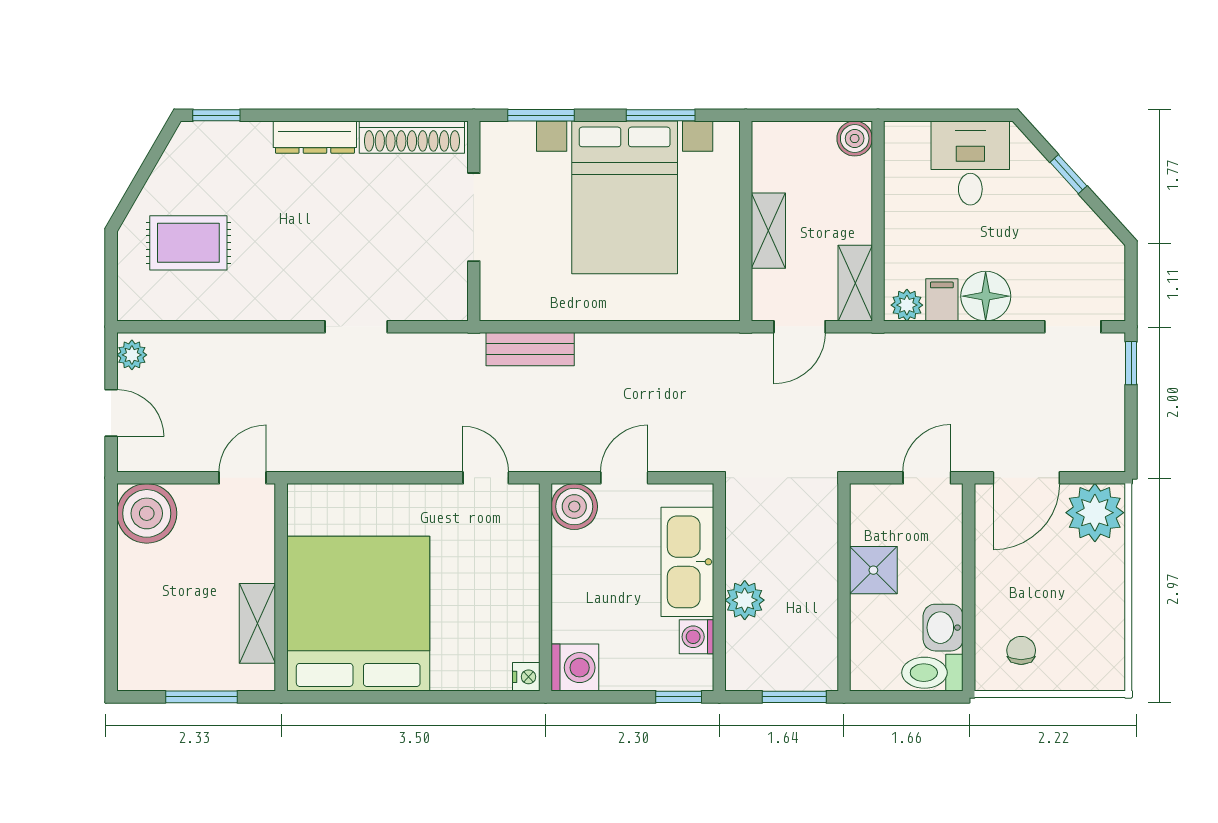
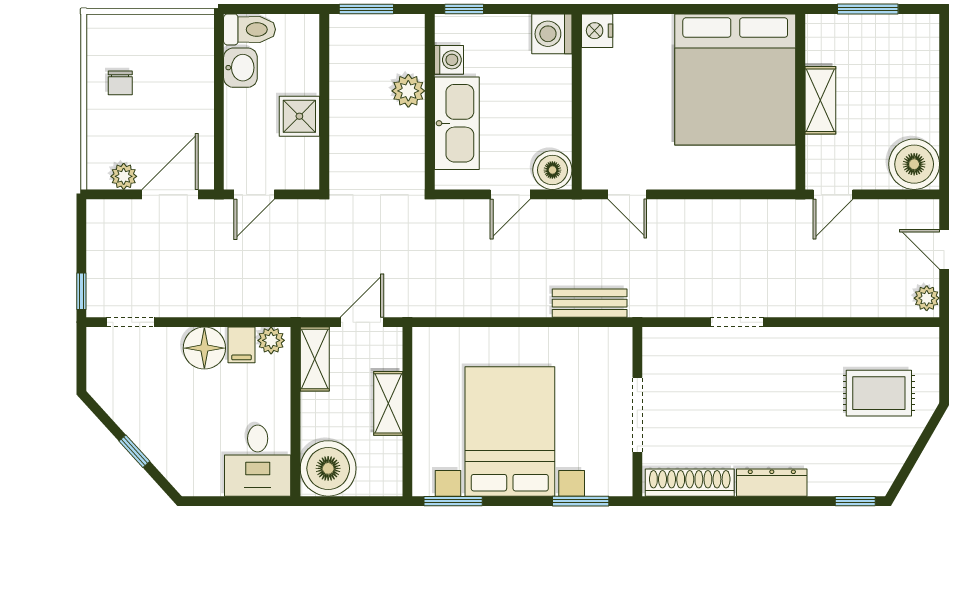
window: (661, 115) -> (453, 501), moved
boiler: (855, 138) -> (328, 468), width x1.86, depth x1.86
desk: (970, 163) -> (258, 461), moved
plant: (1095, 513) -> (124, 176), width x0.53, depth x0.53
shelving: (257, 623) -> (820, 100), moved
chair: (1021, 650) -> (120, 83), moved
nightstand: (526, 677) -> (597, 31), width x1.39, depth x1.35

